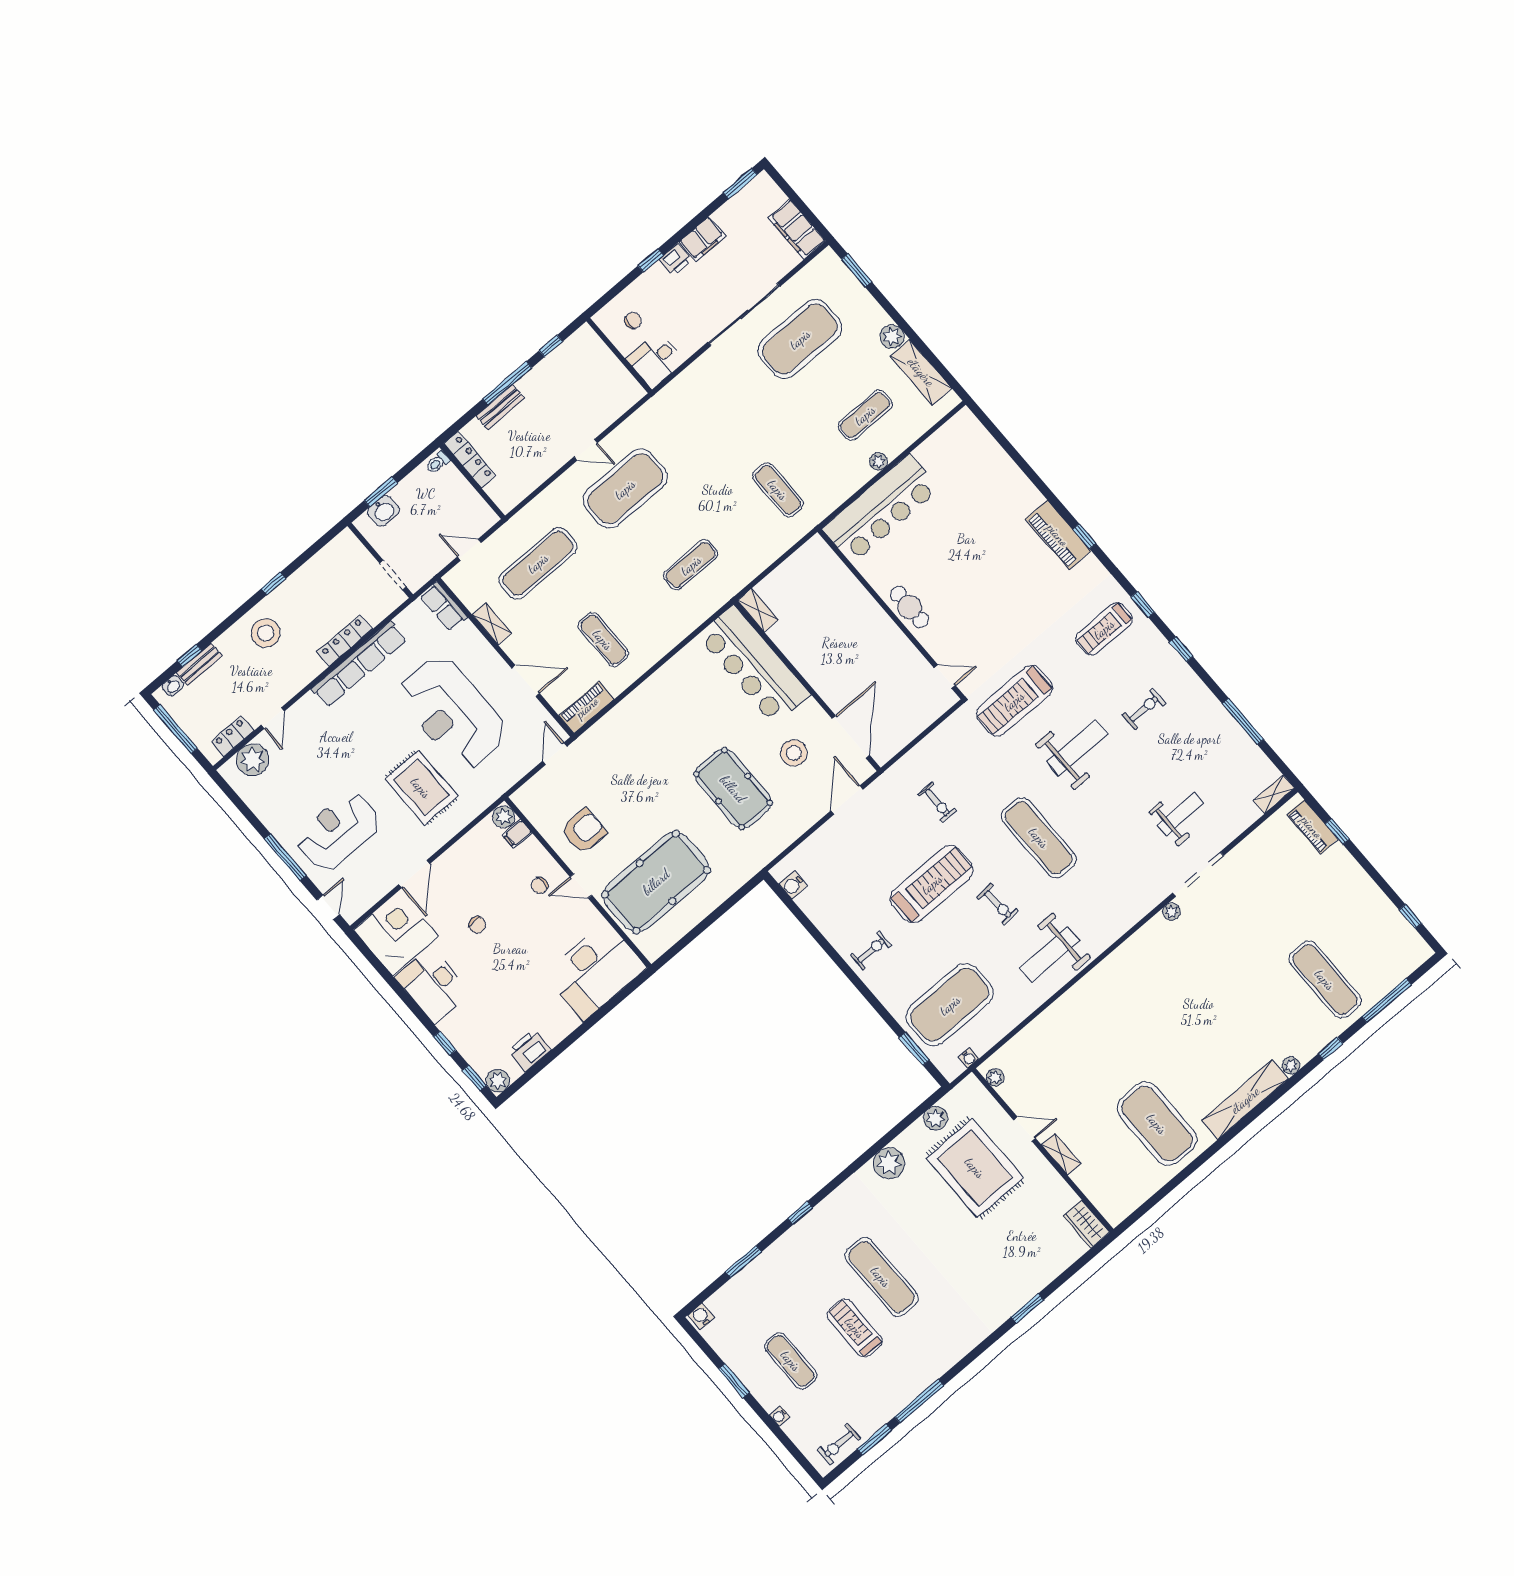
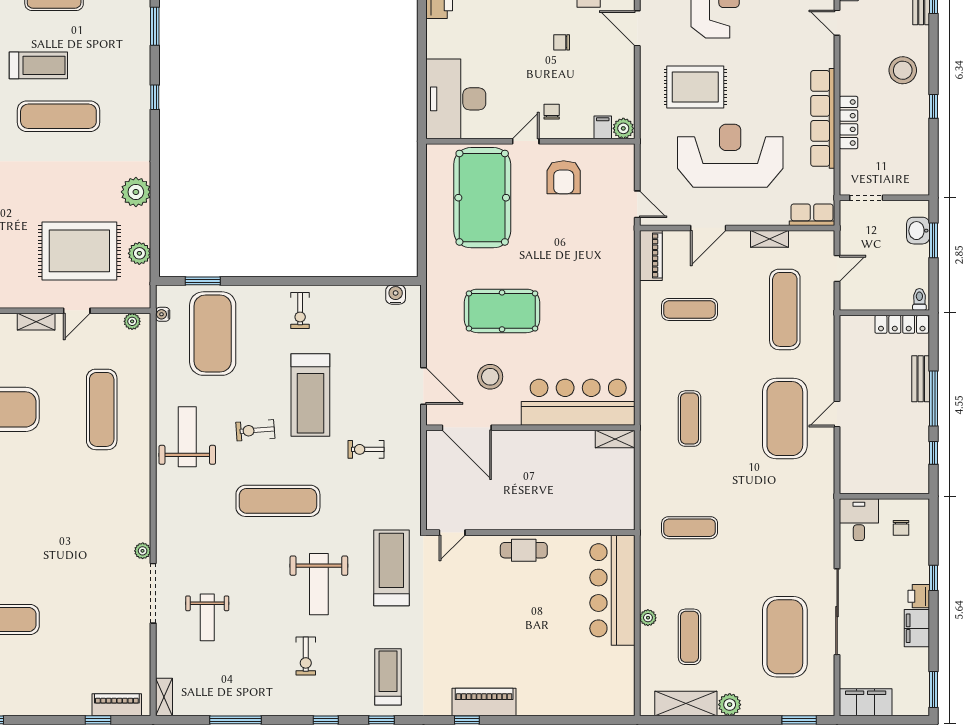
exercise mat: (1086, 1041) -> (102, 409), added

